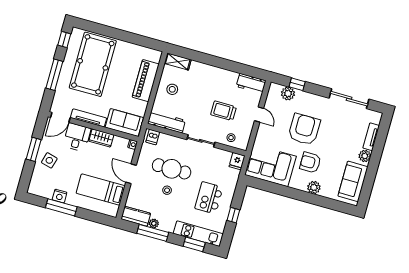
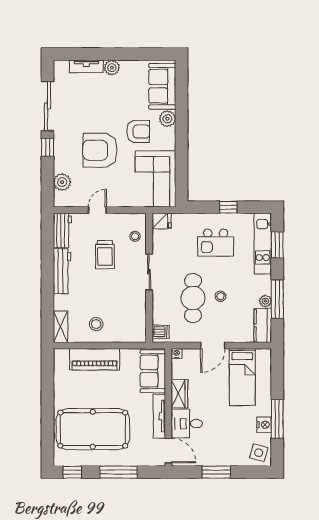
window: (297, 84) -> (48, 147), moved
workbench: (167, 122) -> (62, 271), moved, turned 180
side table: (49, 160) -> (259, 453), moved
armchair: (310, 162) -> (138, 132), turned -90
sofa: (353, 181) -> (162, 86), moved, turned 90

